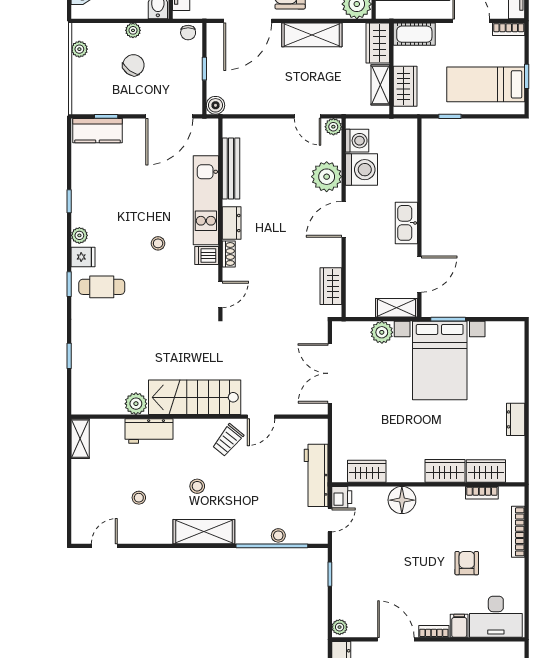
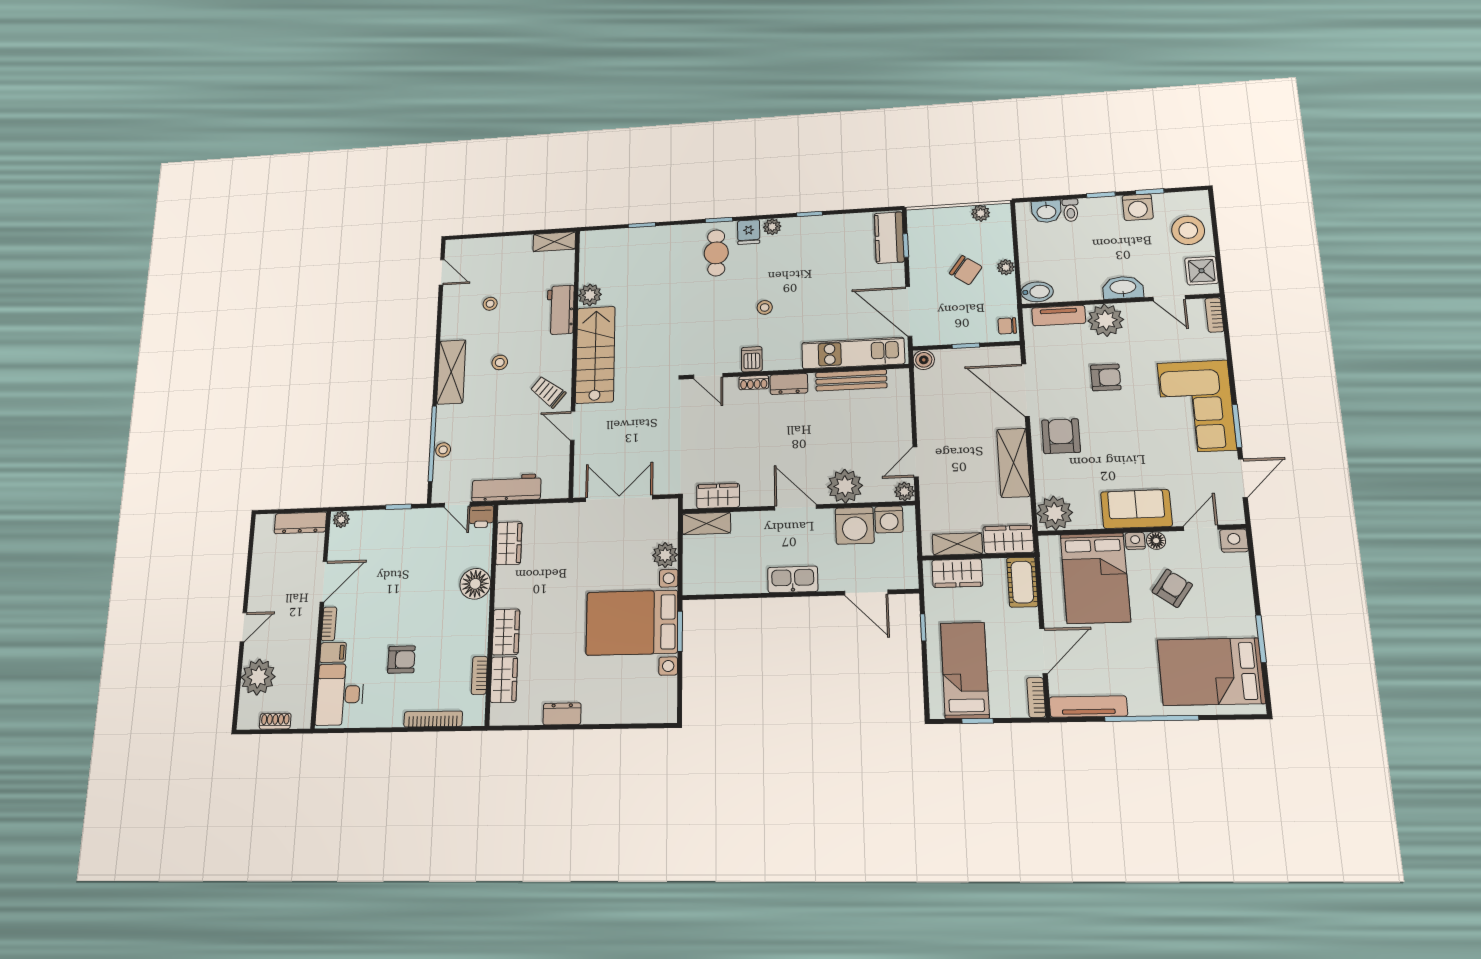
kitchen unit: (206, 200) -> (853, 353), moved
door: (419, 274) -> (866, 593), moved
shelving: (396, 308) -> (706, 523), moved, turned 90

